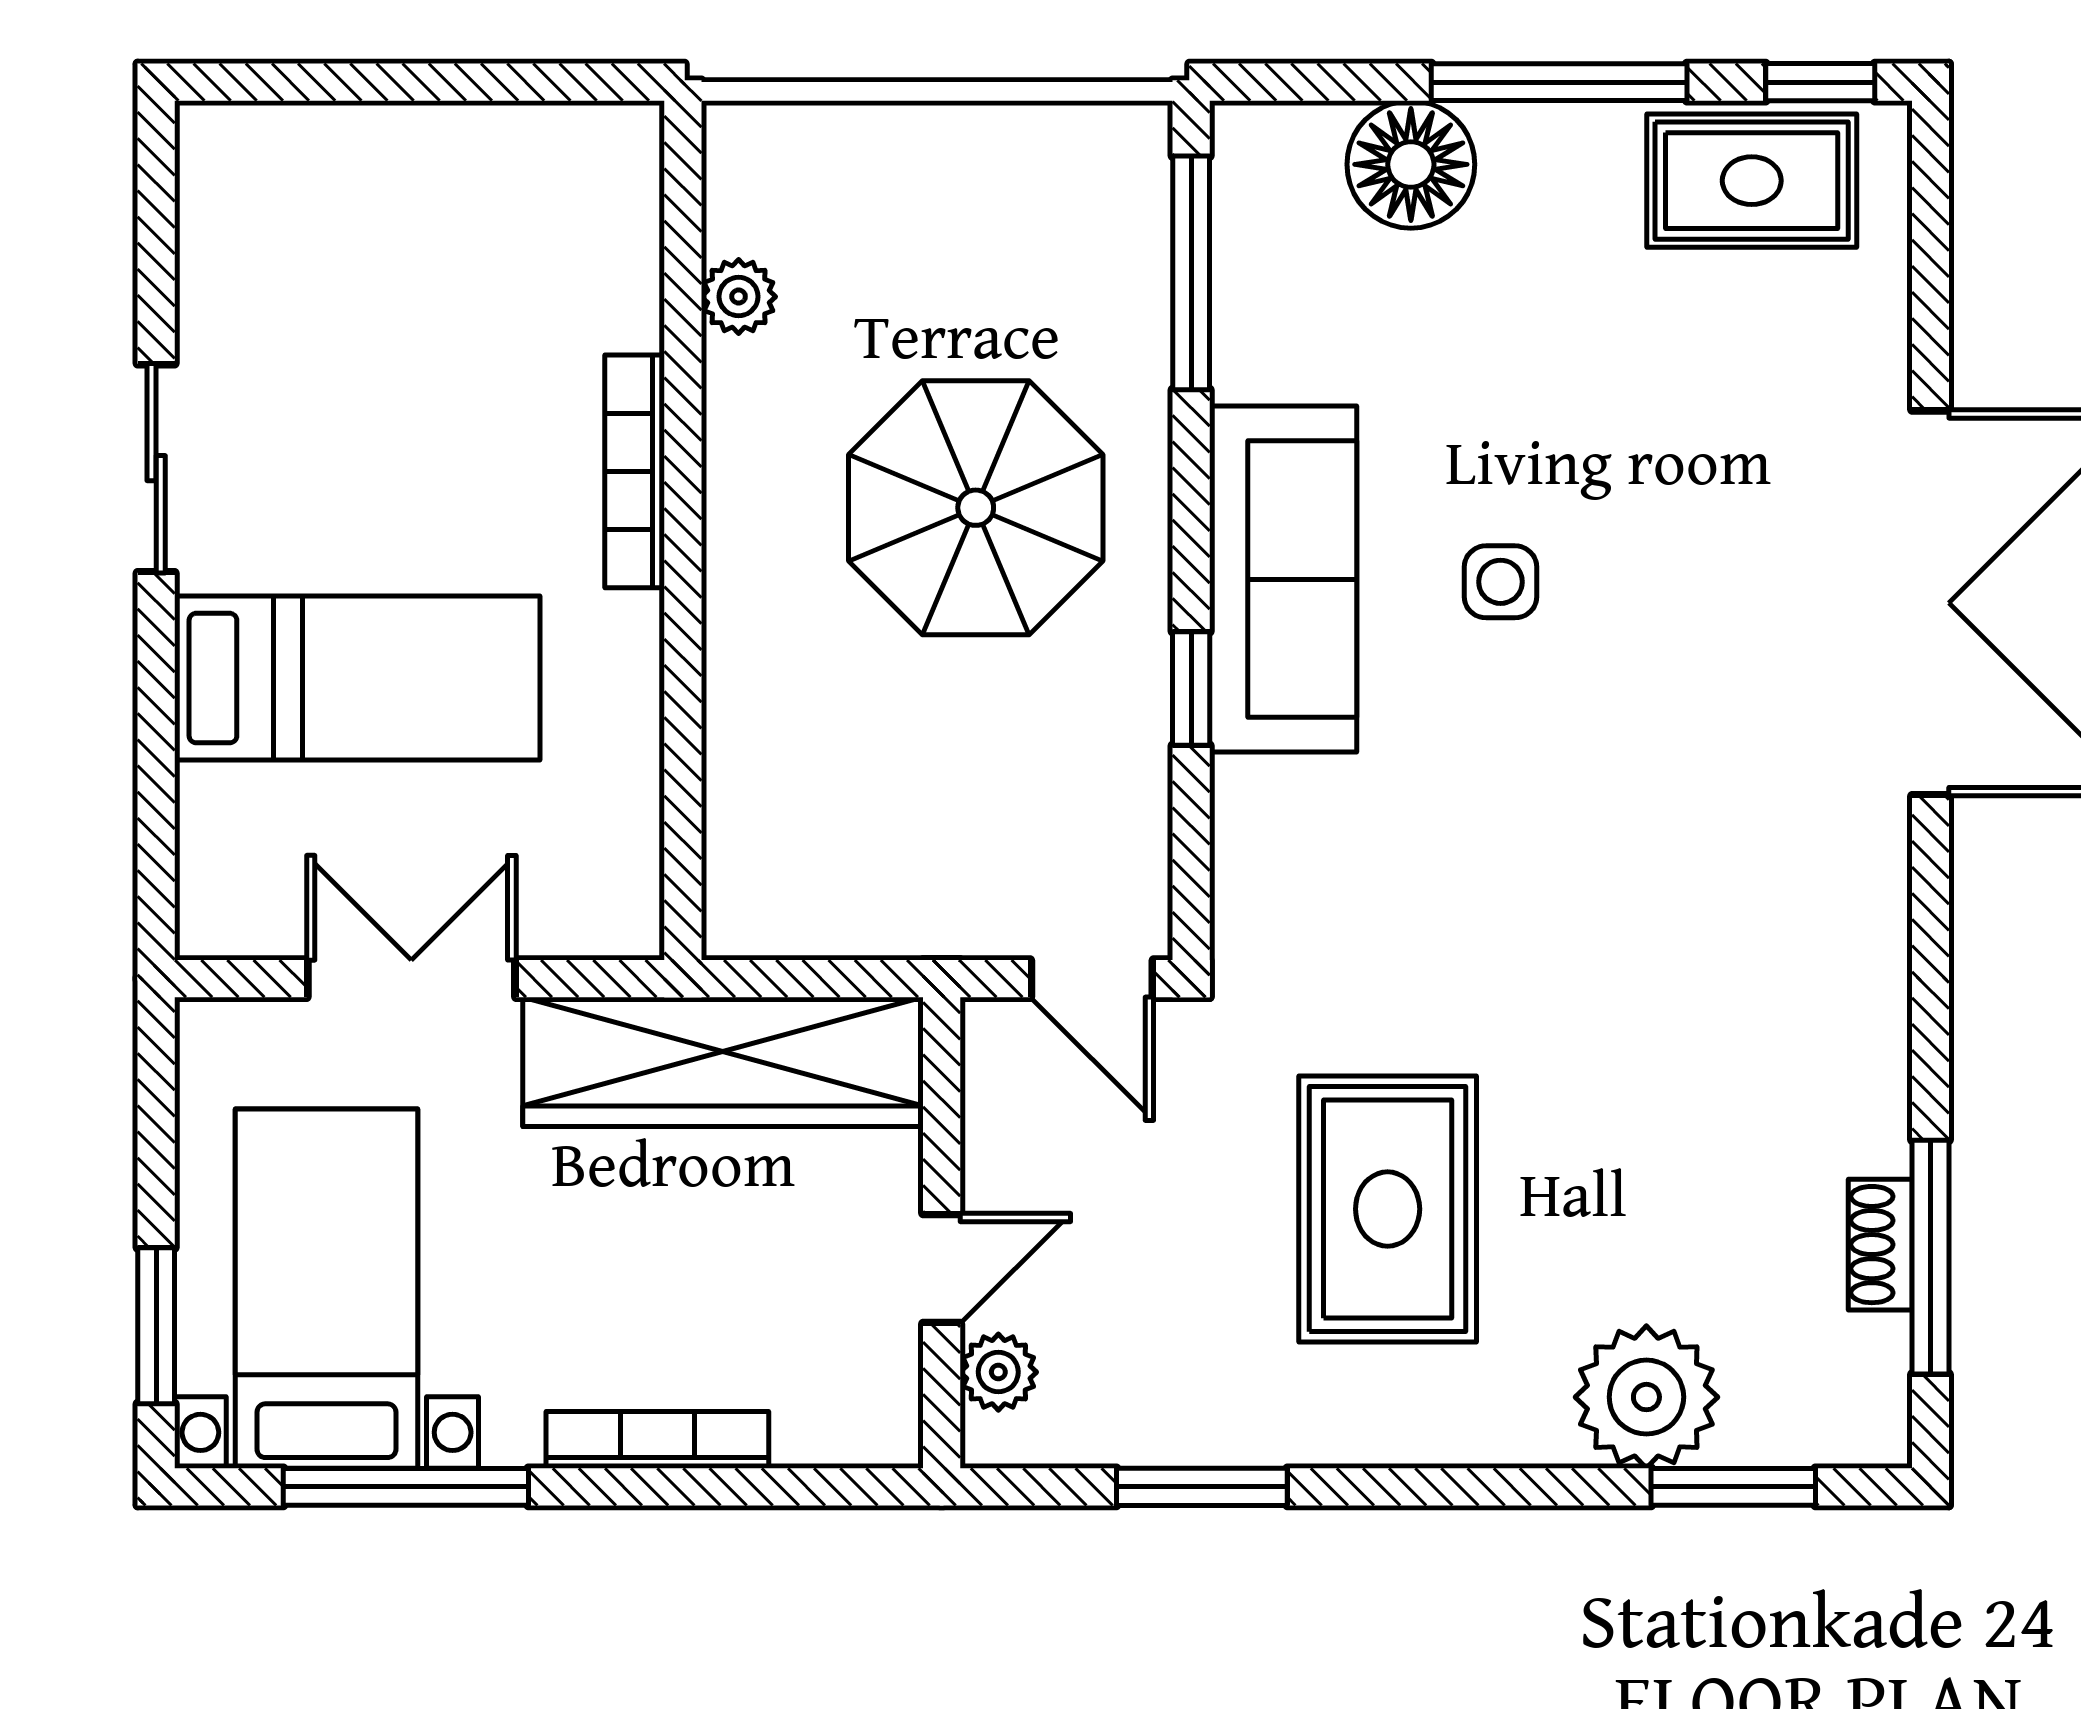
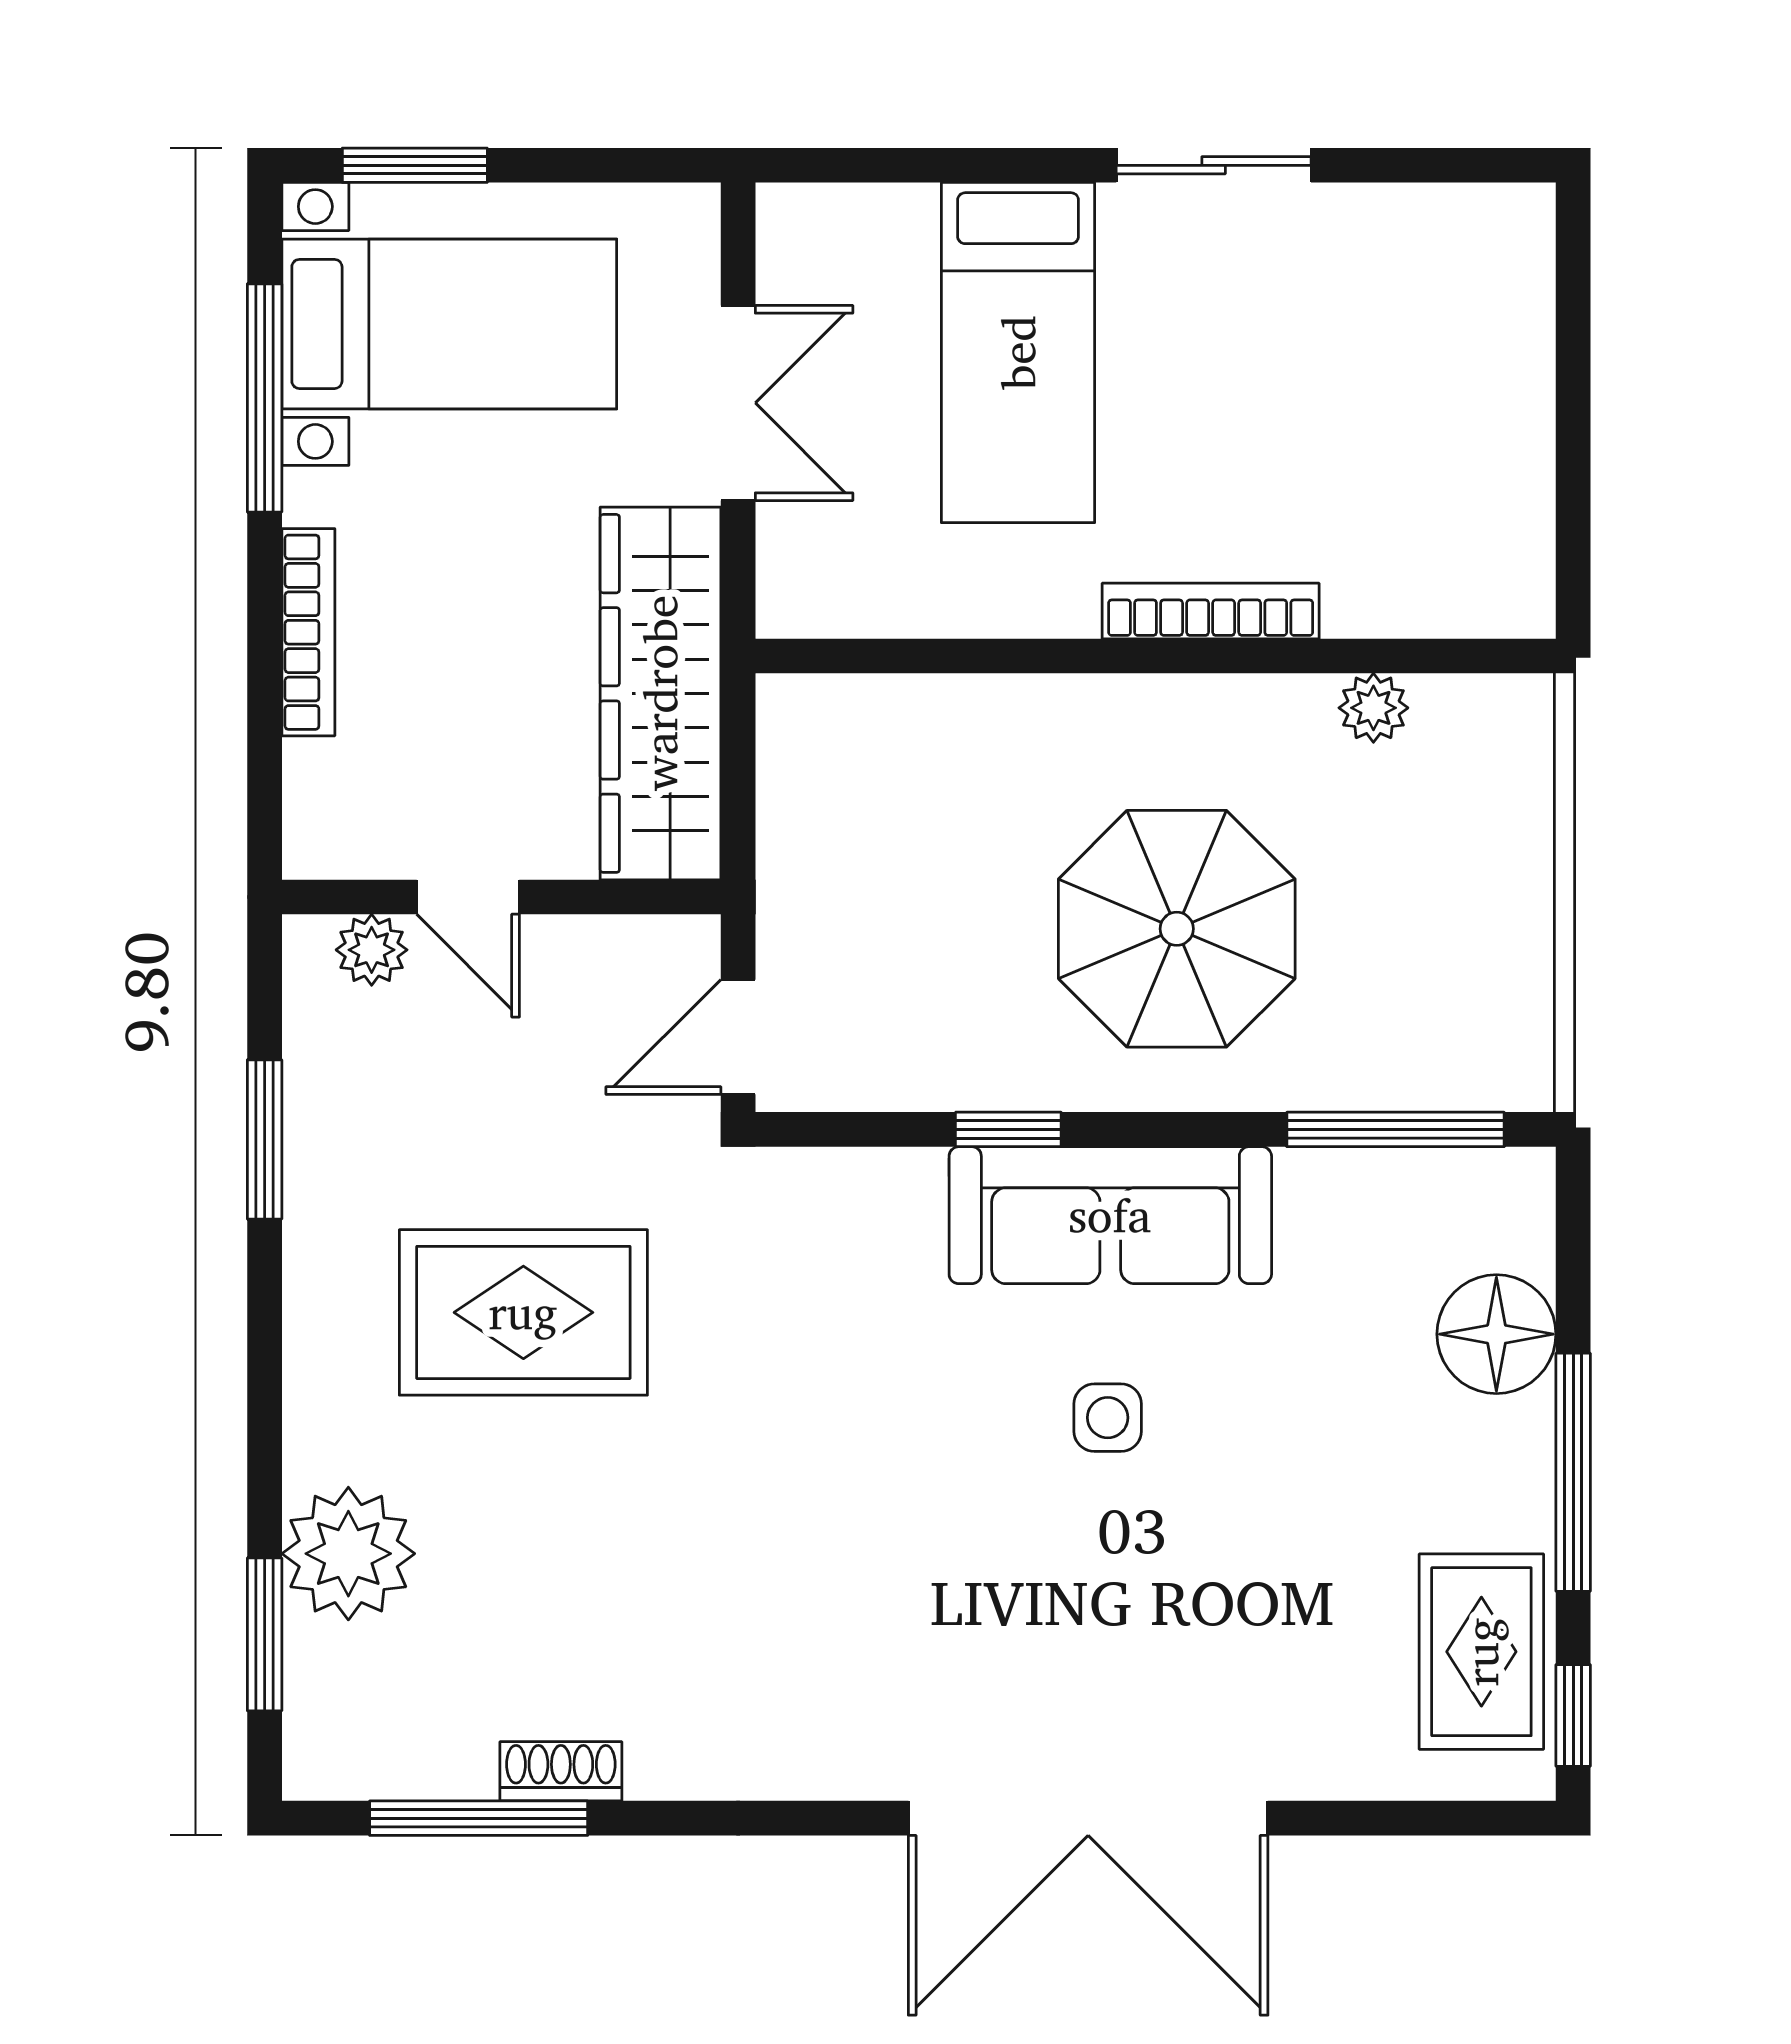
shoe rack: (1880, 1245) -> (561, 1771), moved

